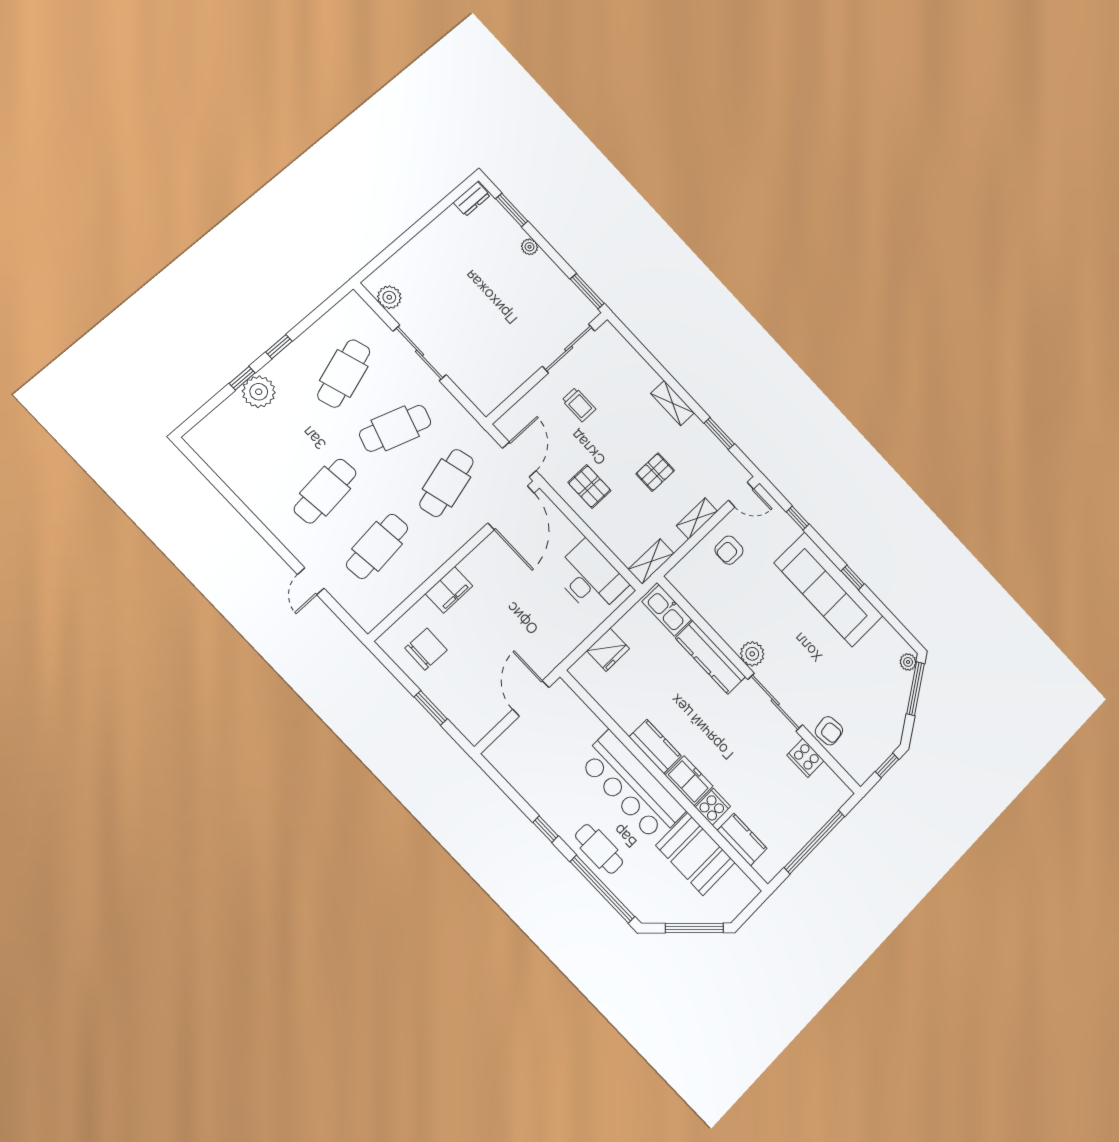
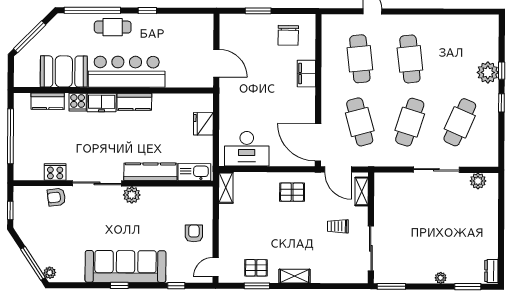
cafe table: (344, 373) -> (460, 122), turned 42
pallet: (655, 472) -> (256, 268), moved, turned 90
shelving: (697, 518) -> (362, 191), moved

